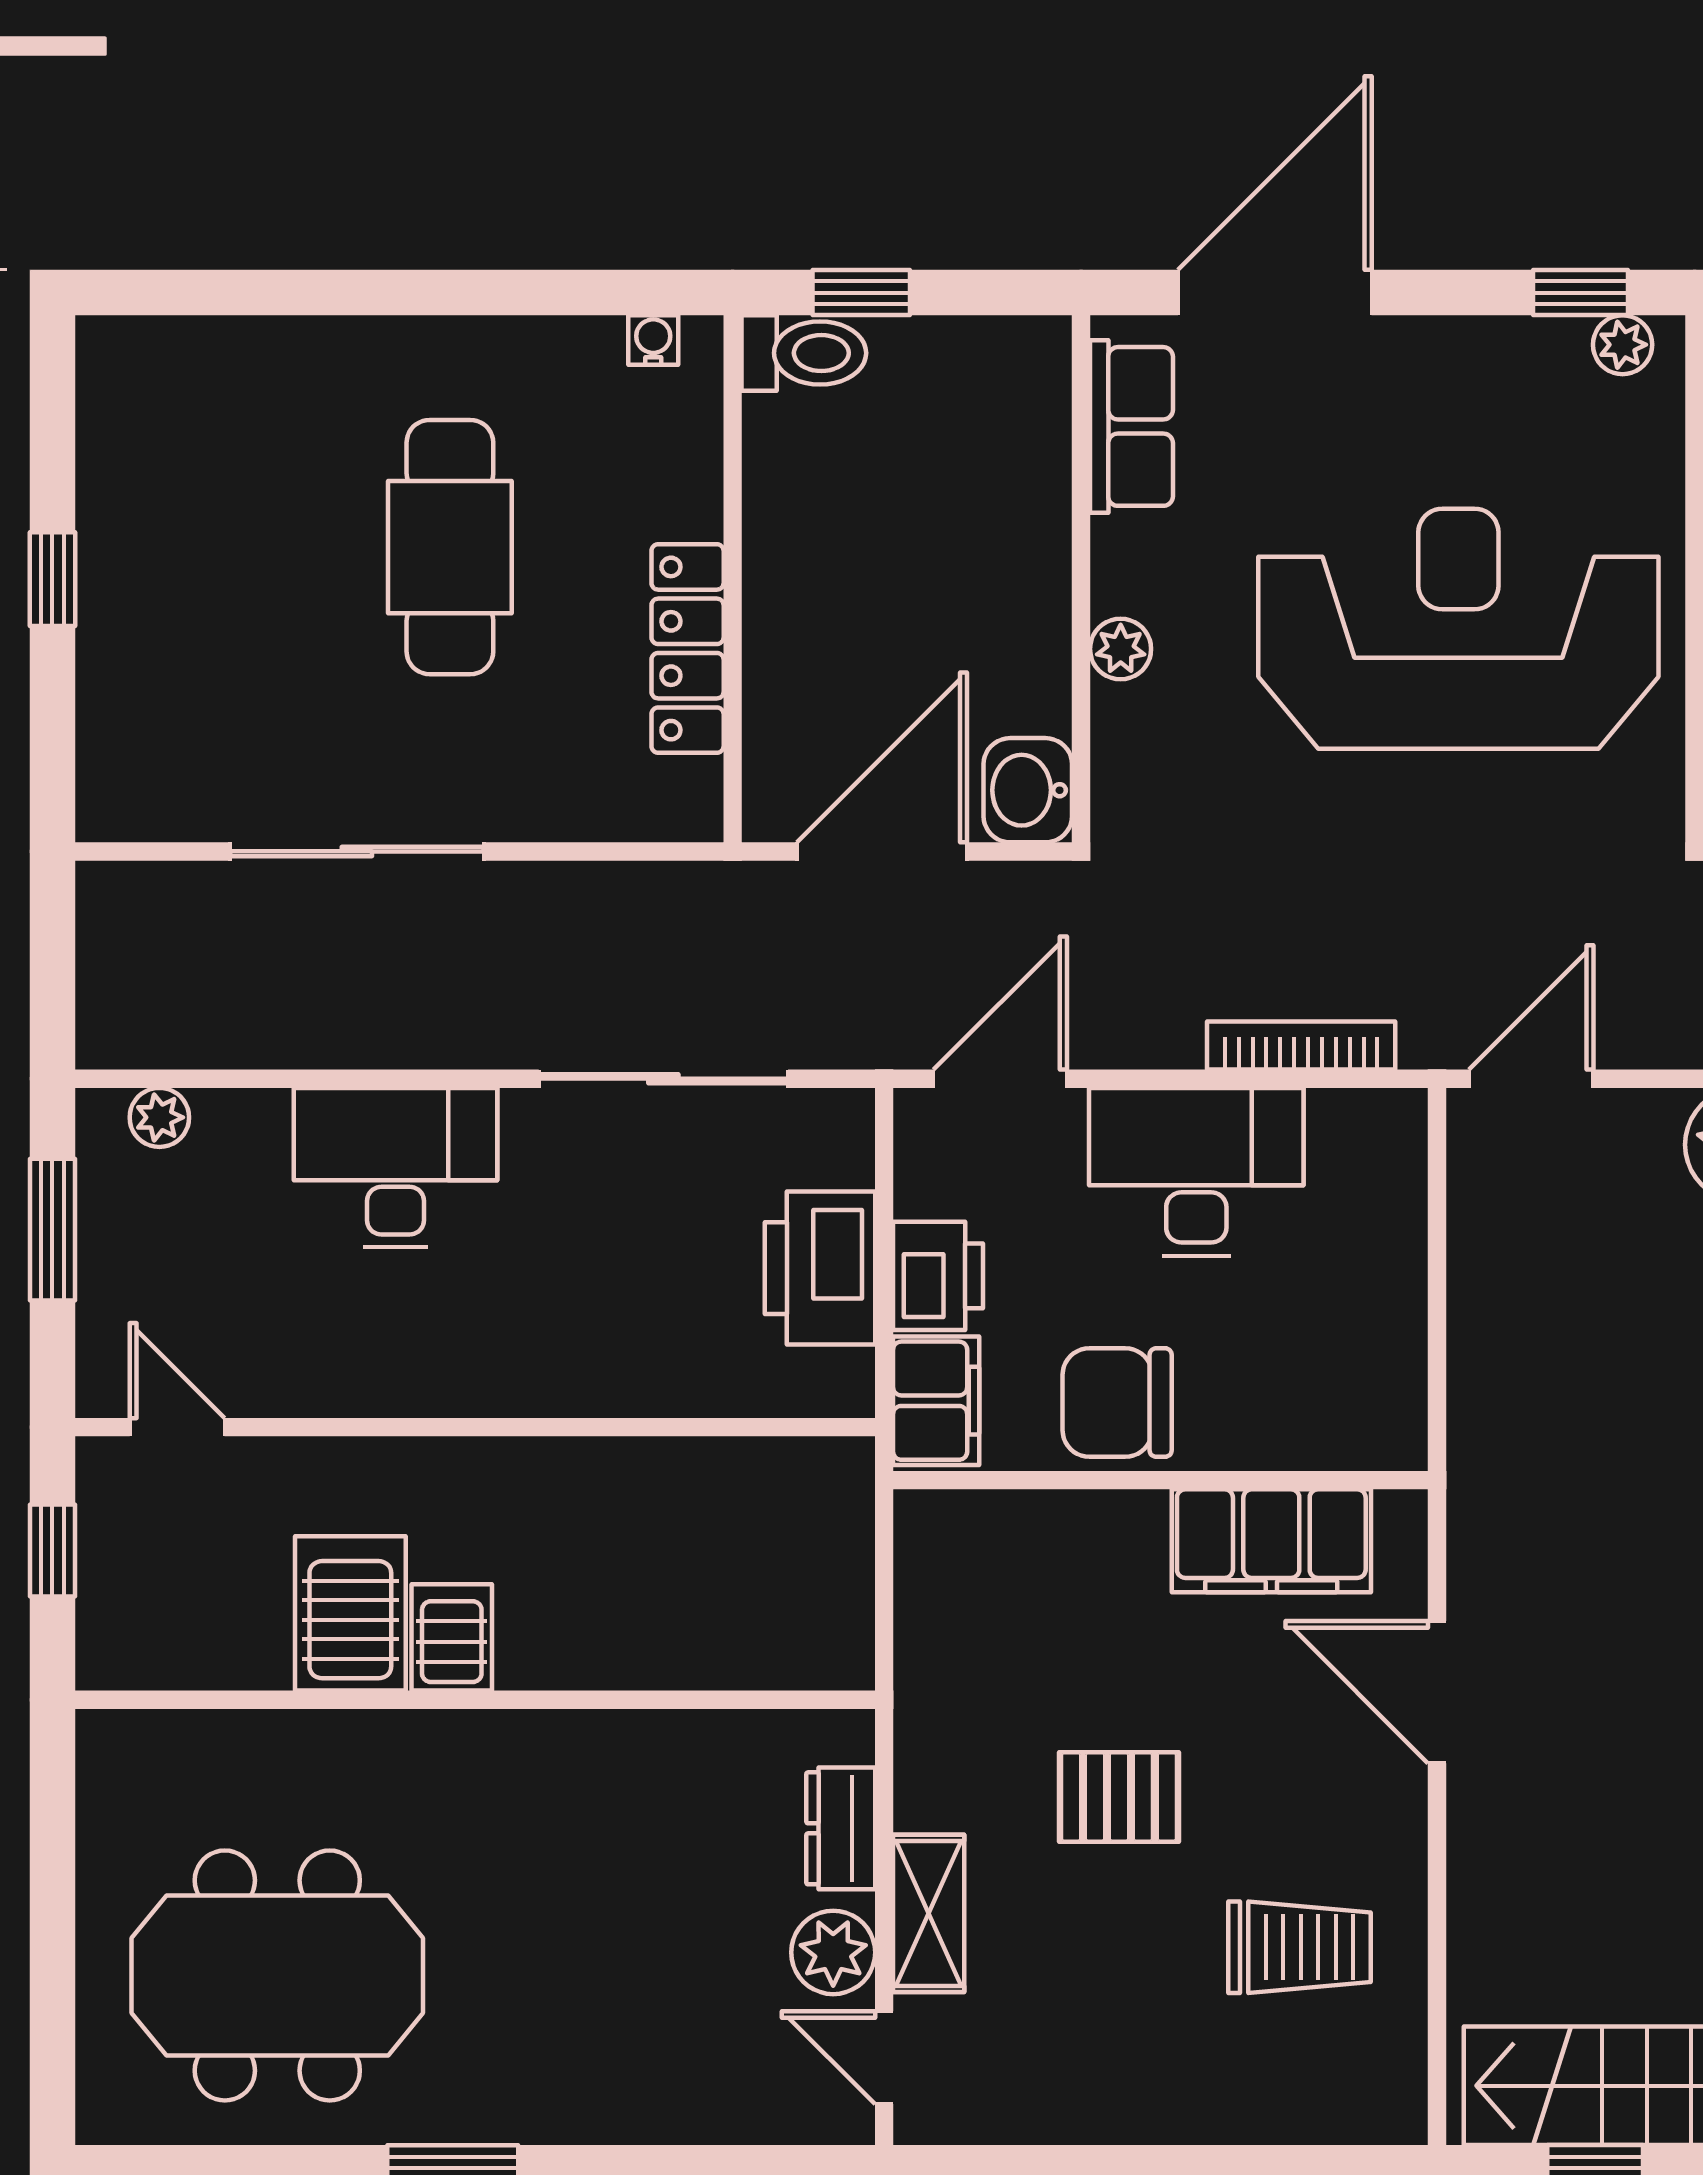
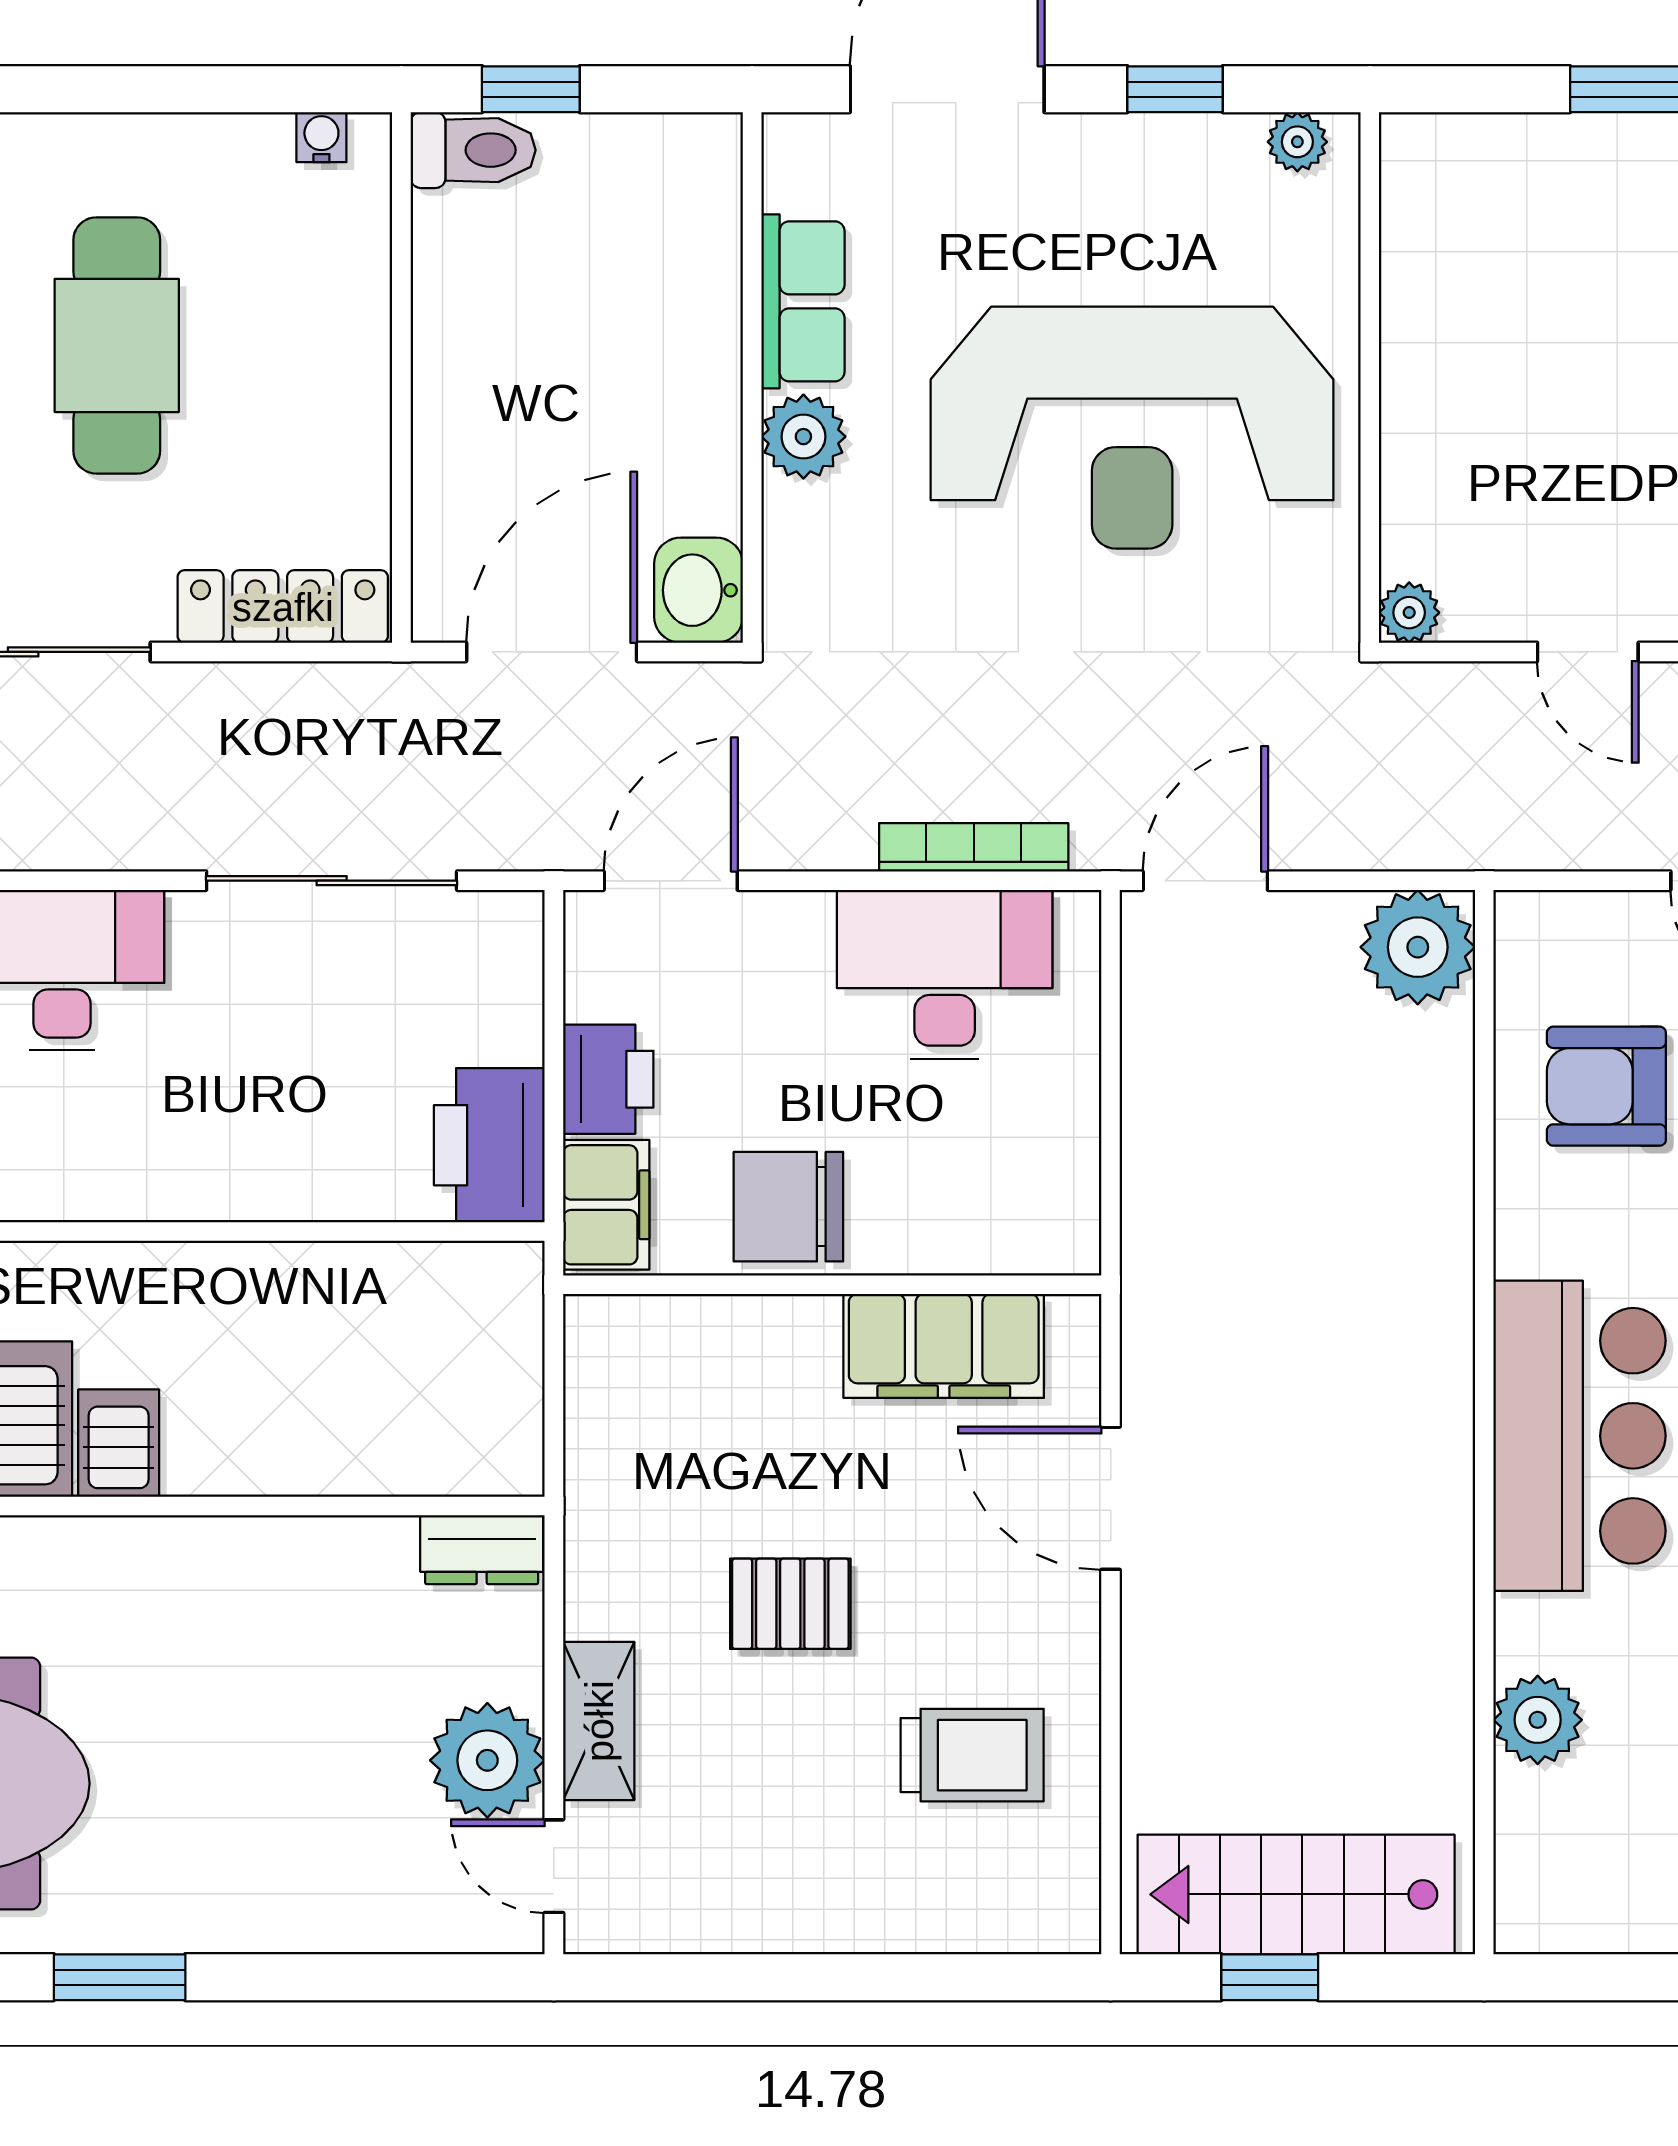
window: (1581, 293) -> (1175, 89), moved
row of seats: (1131, 426) -> (803, 301), moved
reception desk: (1458, 629) -> (1132, 428), turned 180
locker: (688, 649) -> (283, 607), moved, turned 90
plant: (1121, 649) -> (803, 437), width x1.38, depth x1.38
desk: (1196, 1172) -> (945, 975), moved
printer: (820, 1268) -> (489, 1145), moved
dresser: (841, 1828) -> (482, 1550), moved, turned -90
plant: (833, 1952) -> (487, 1760), width x1.36, depth x1.36

